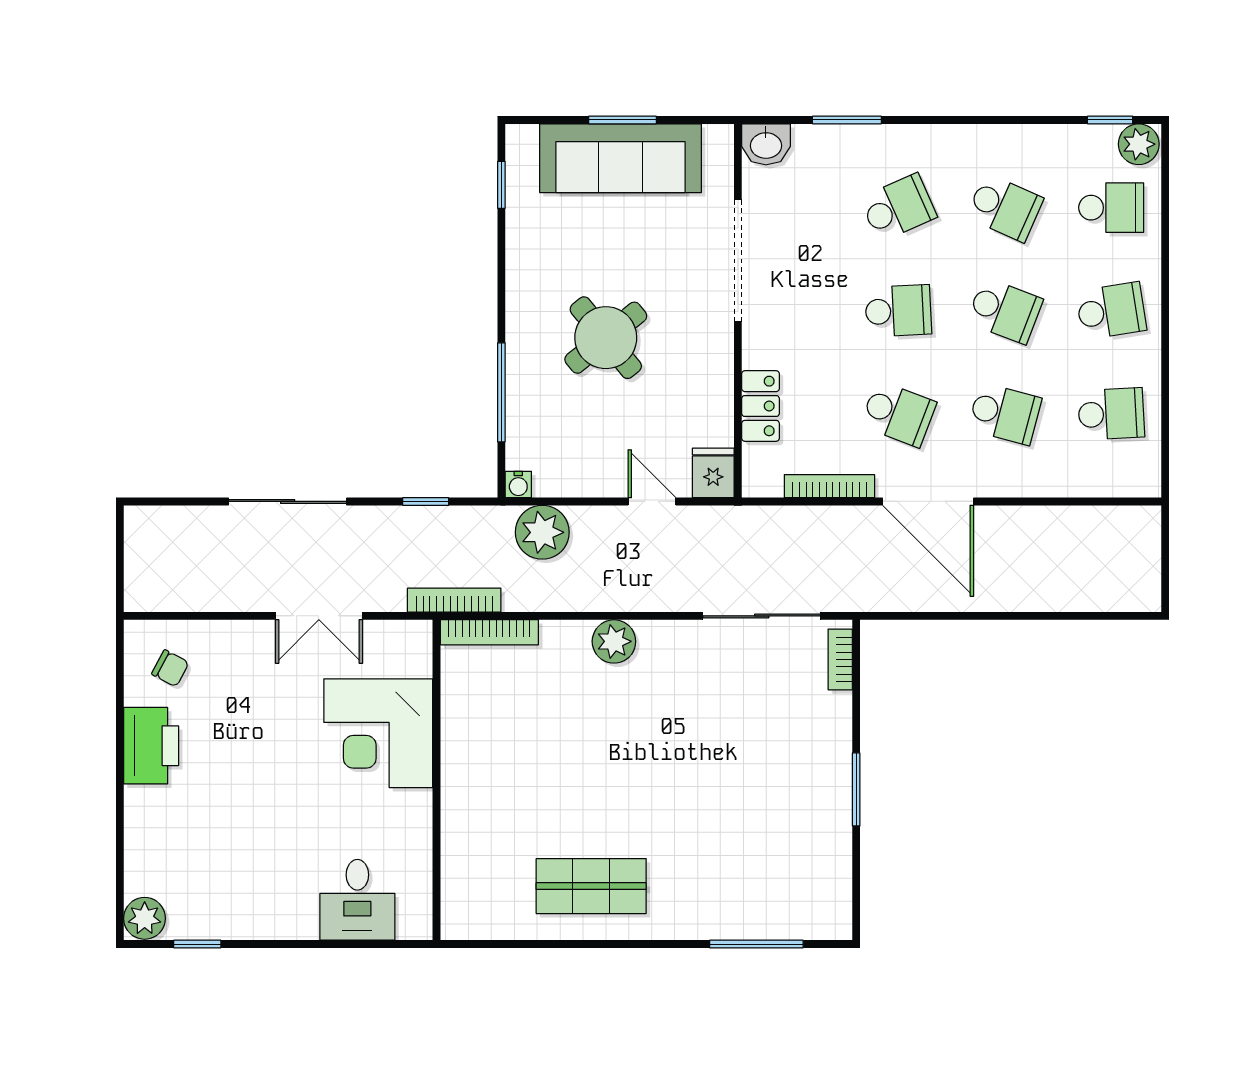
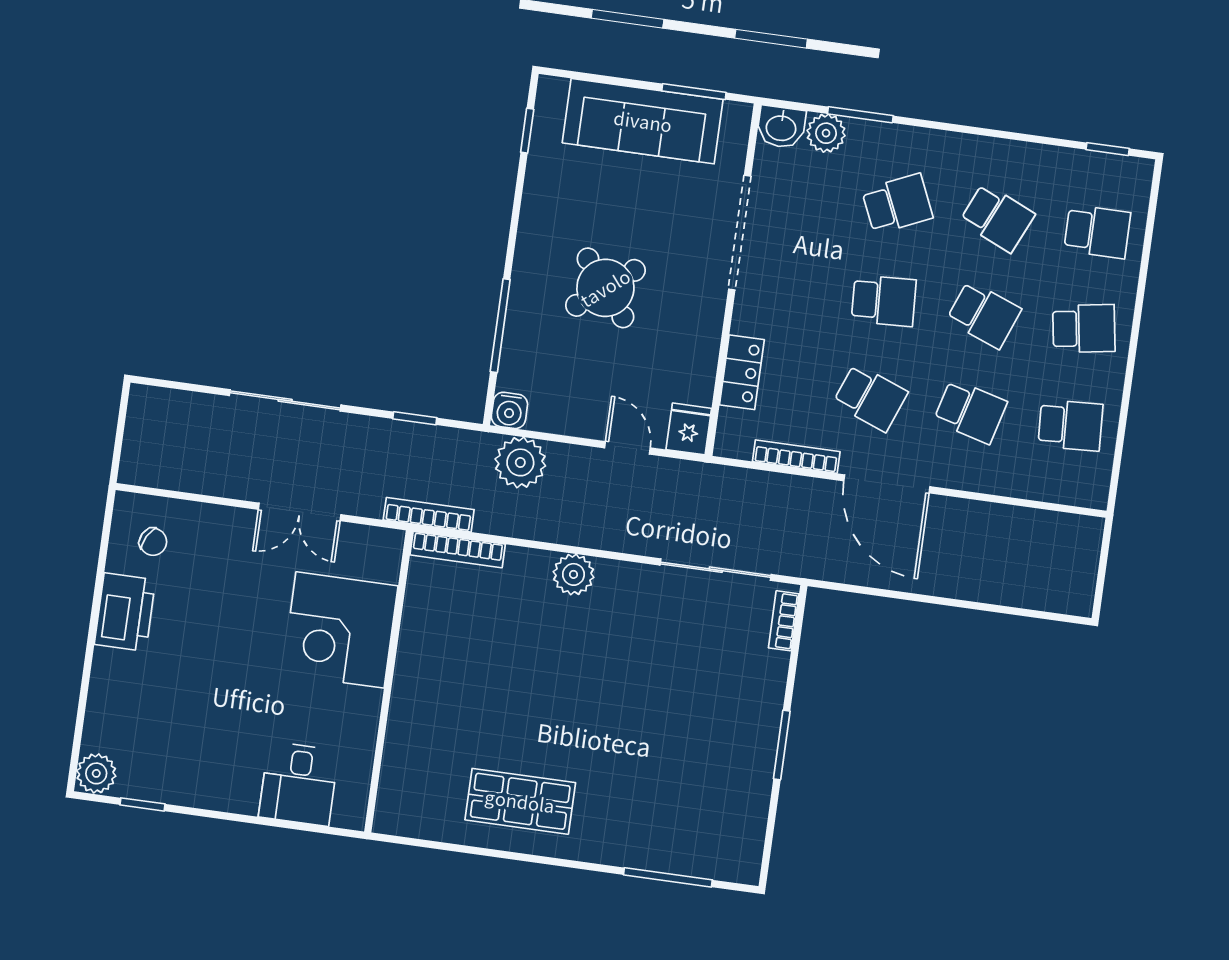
window: (622, 120) -> (694, 92), moved
plant: (1139, 144) -> (826, 133), moved
water cooler: (518, 485) -> (509, 410), width x1.38, depth x1.38

